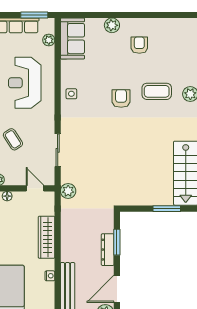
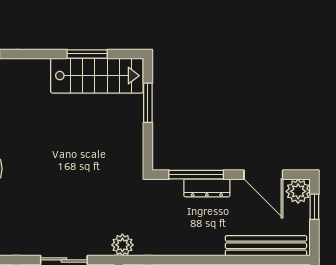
window: (117, 242) -> (196, 175), width x1.44

